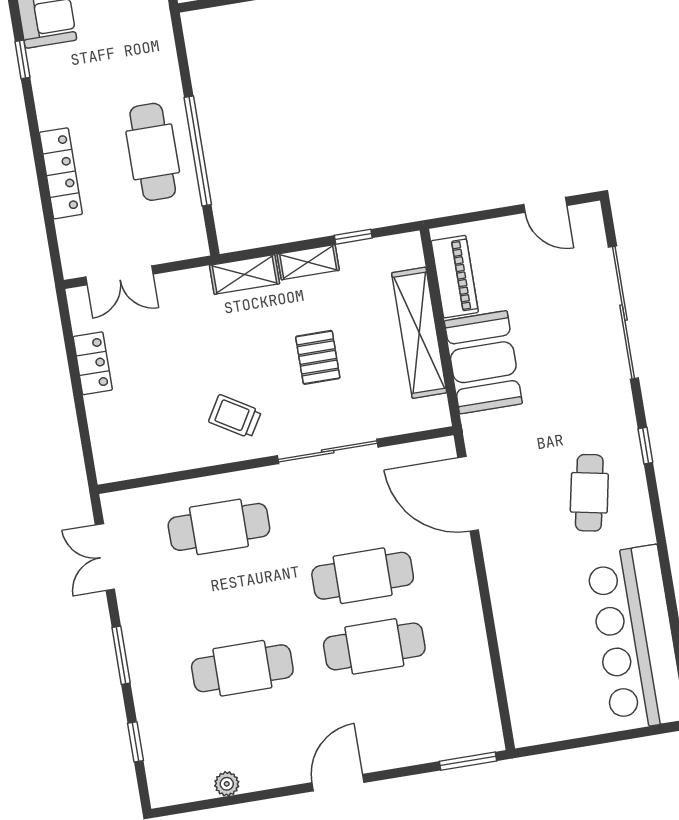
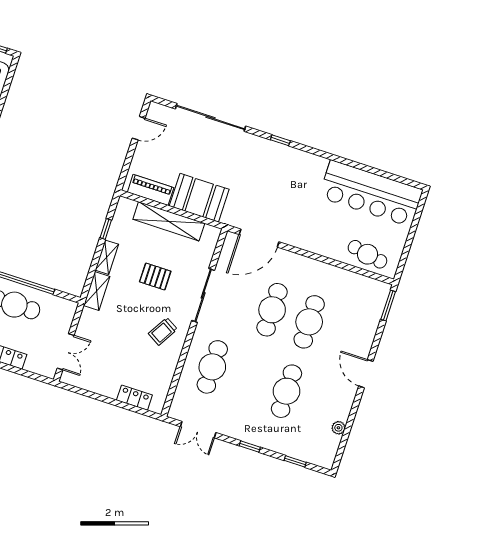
locker: (93, 363) -> (134, 398), moved
cafe table: (589, 493) -> (367, 254), moved
window: (121, 655) -> (250, 447), width x0.67

